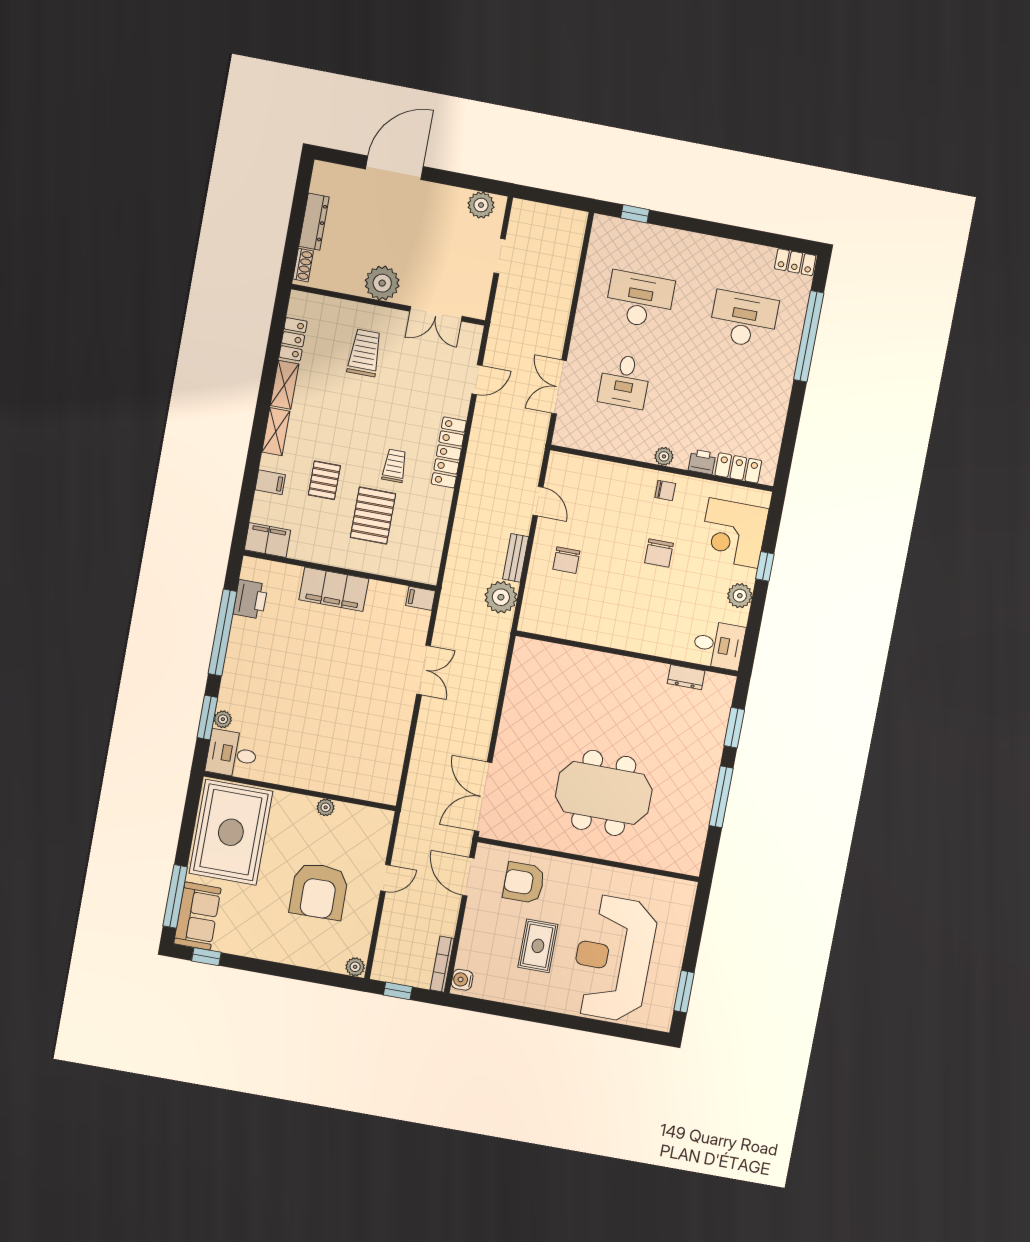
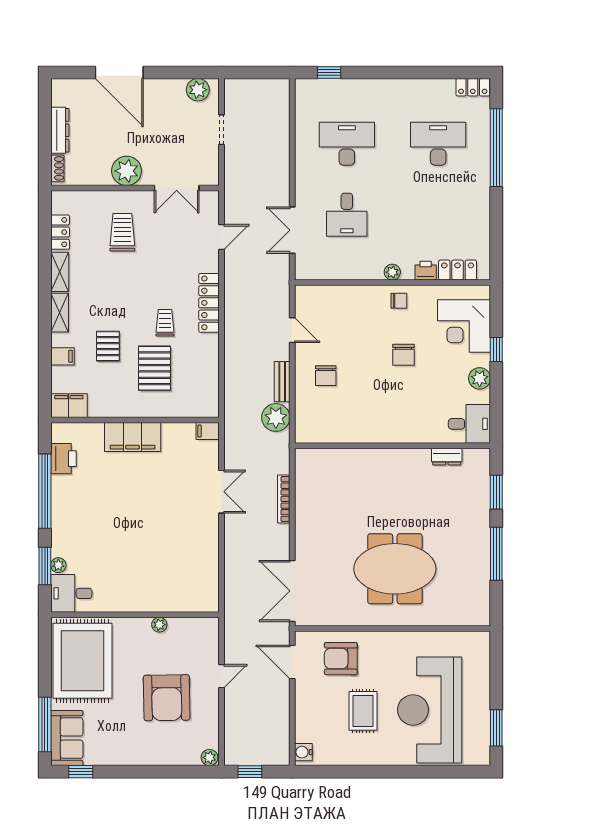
door: (394, 168) -> (119, 72), swing flipped
bookcase: (442, 964) -> (284, 499), moved

